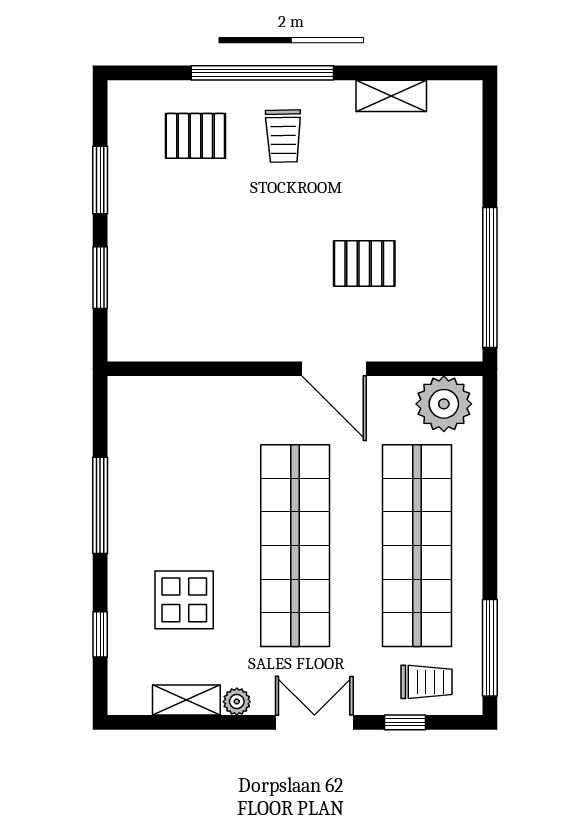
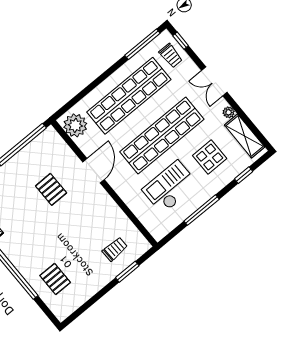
trolley: (283, 136) -> (115, 249), moved
window: (100, 180) -> (95, 298), removed
checkout: (189, 483) -> (170, 187), added
trolley: (427, 682) -> (171, 56), turned 180
shelving: (186, 700) -> (245, 136), width x1.50, depth x1.33
window: (405, 722) -> (181, 41), moved

